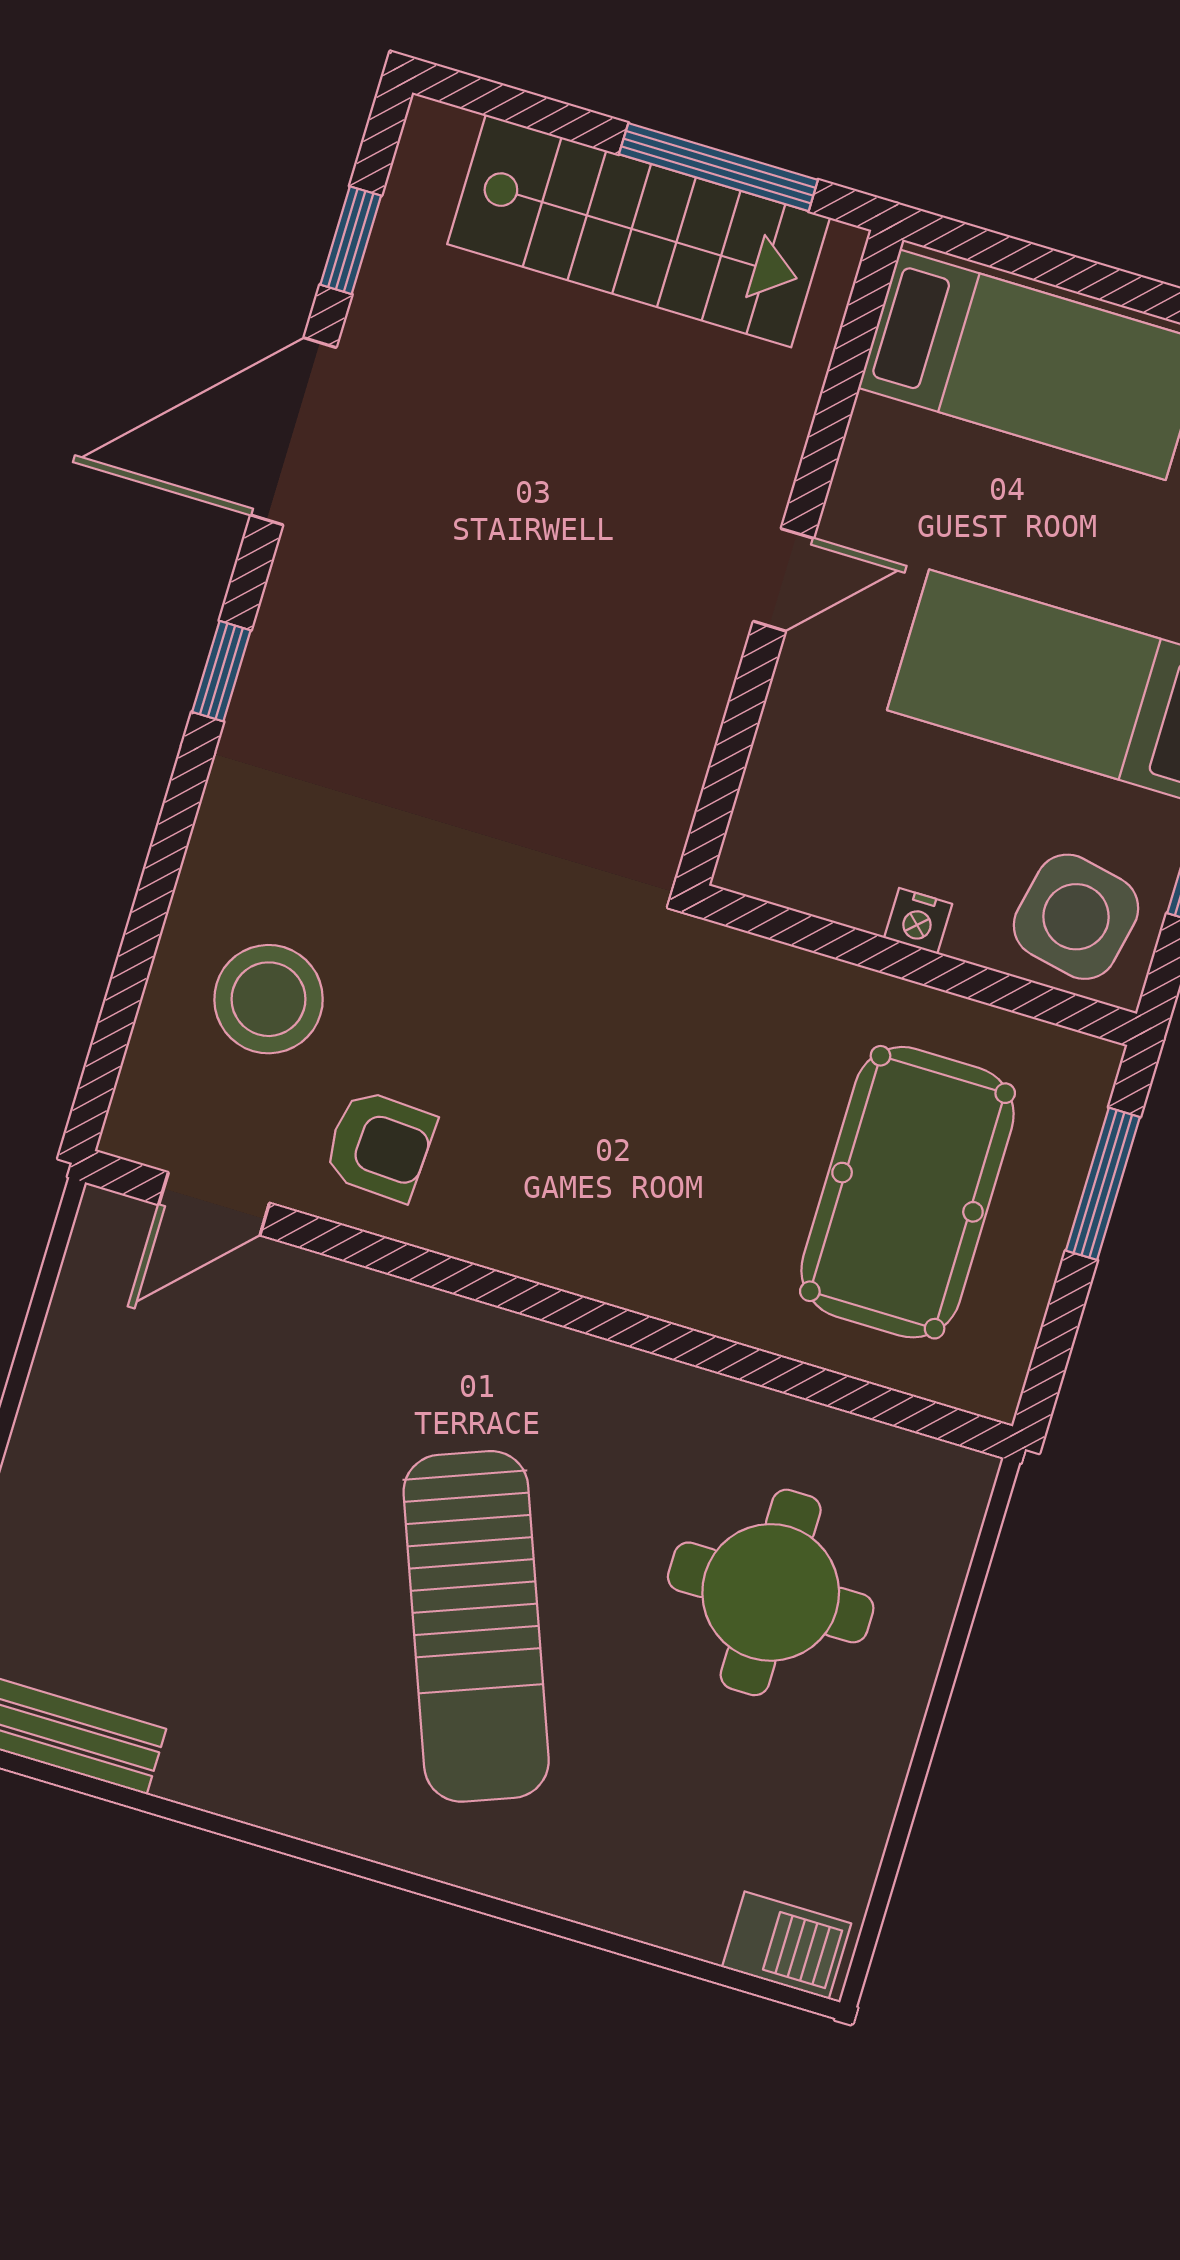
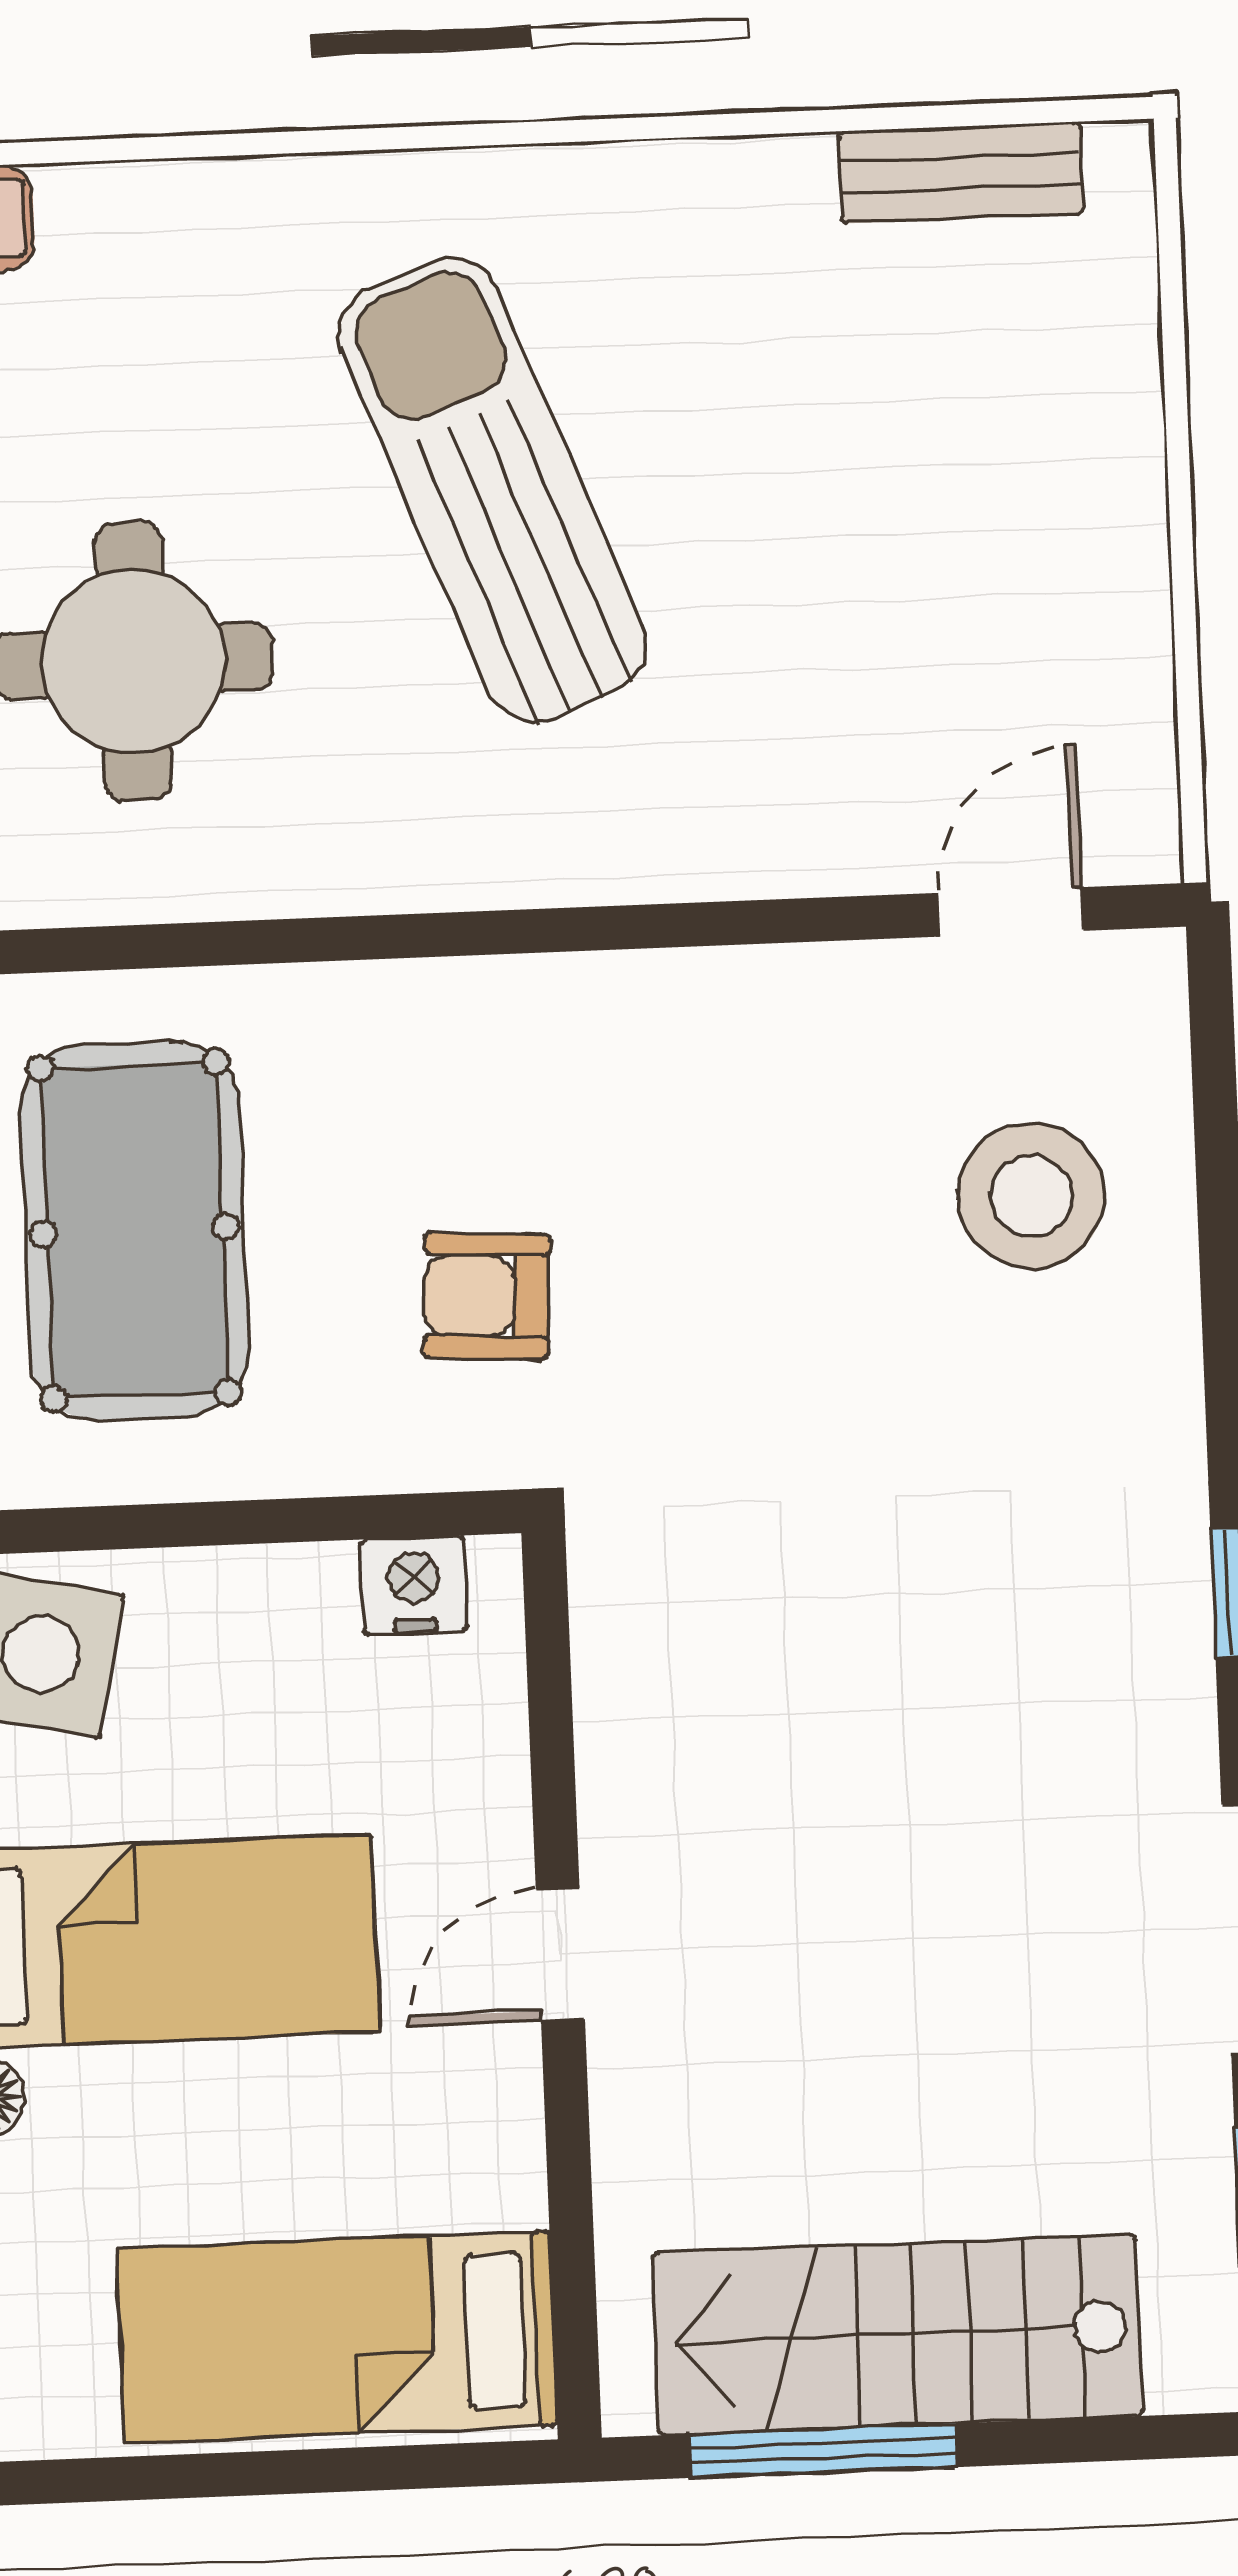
nightstand: (918, 921) -> (414, 1585), moved, width x1.39, depth x1.35
armchair: (380, 1145) -> (487, 1296), moved

